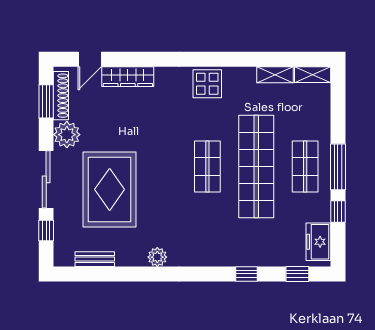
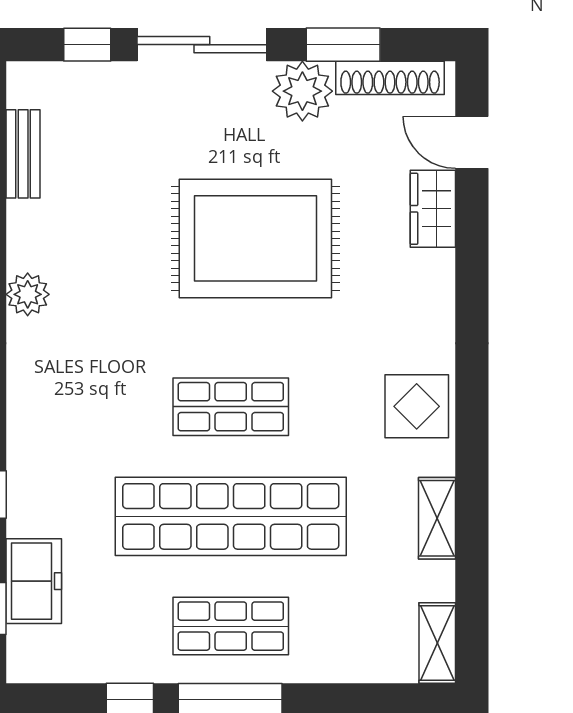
shelving: (275, 75) -> (437, 518), moved
wardrobe: (128, 77) -> (433, 209), width x0.67
window: (46, 101) -> (343, 45), moved
rug: (110, 189) -> (255, 238), moved
freezer: (318, 242) -> (34, 581), moved, turned 90

